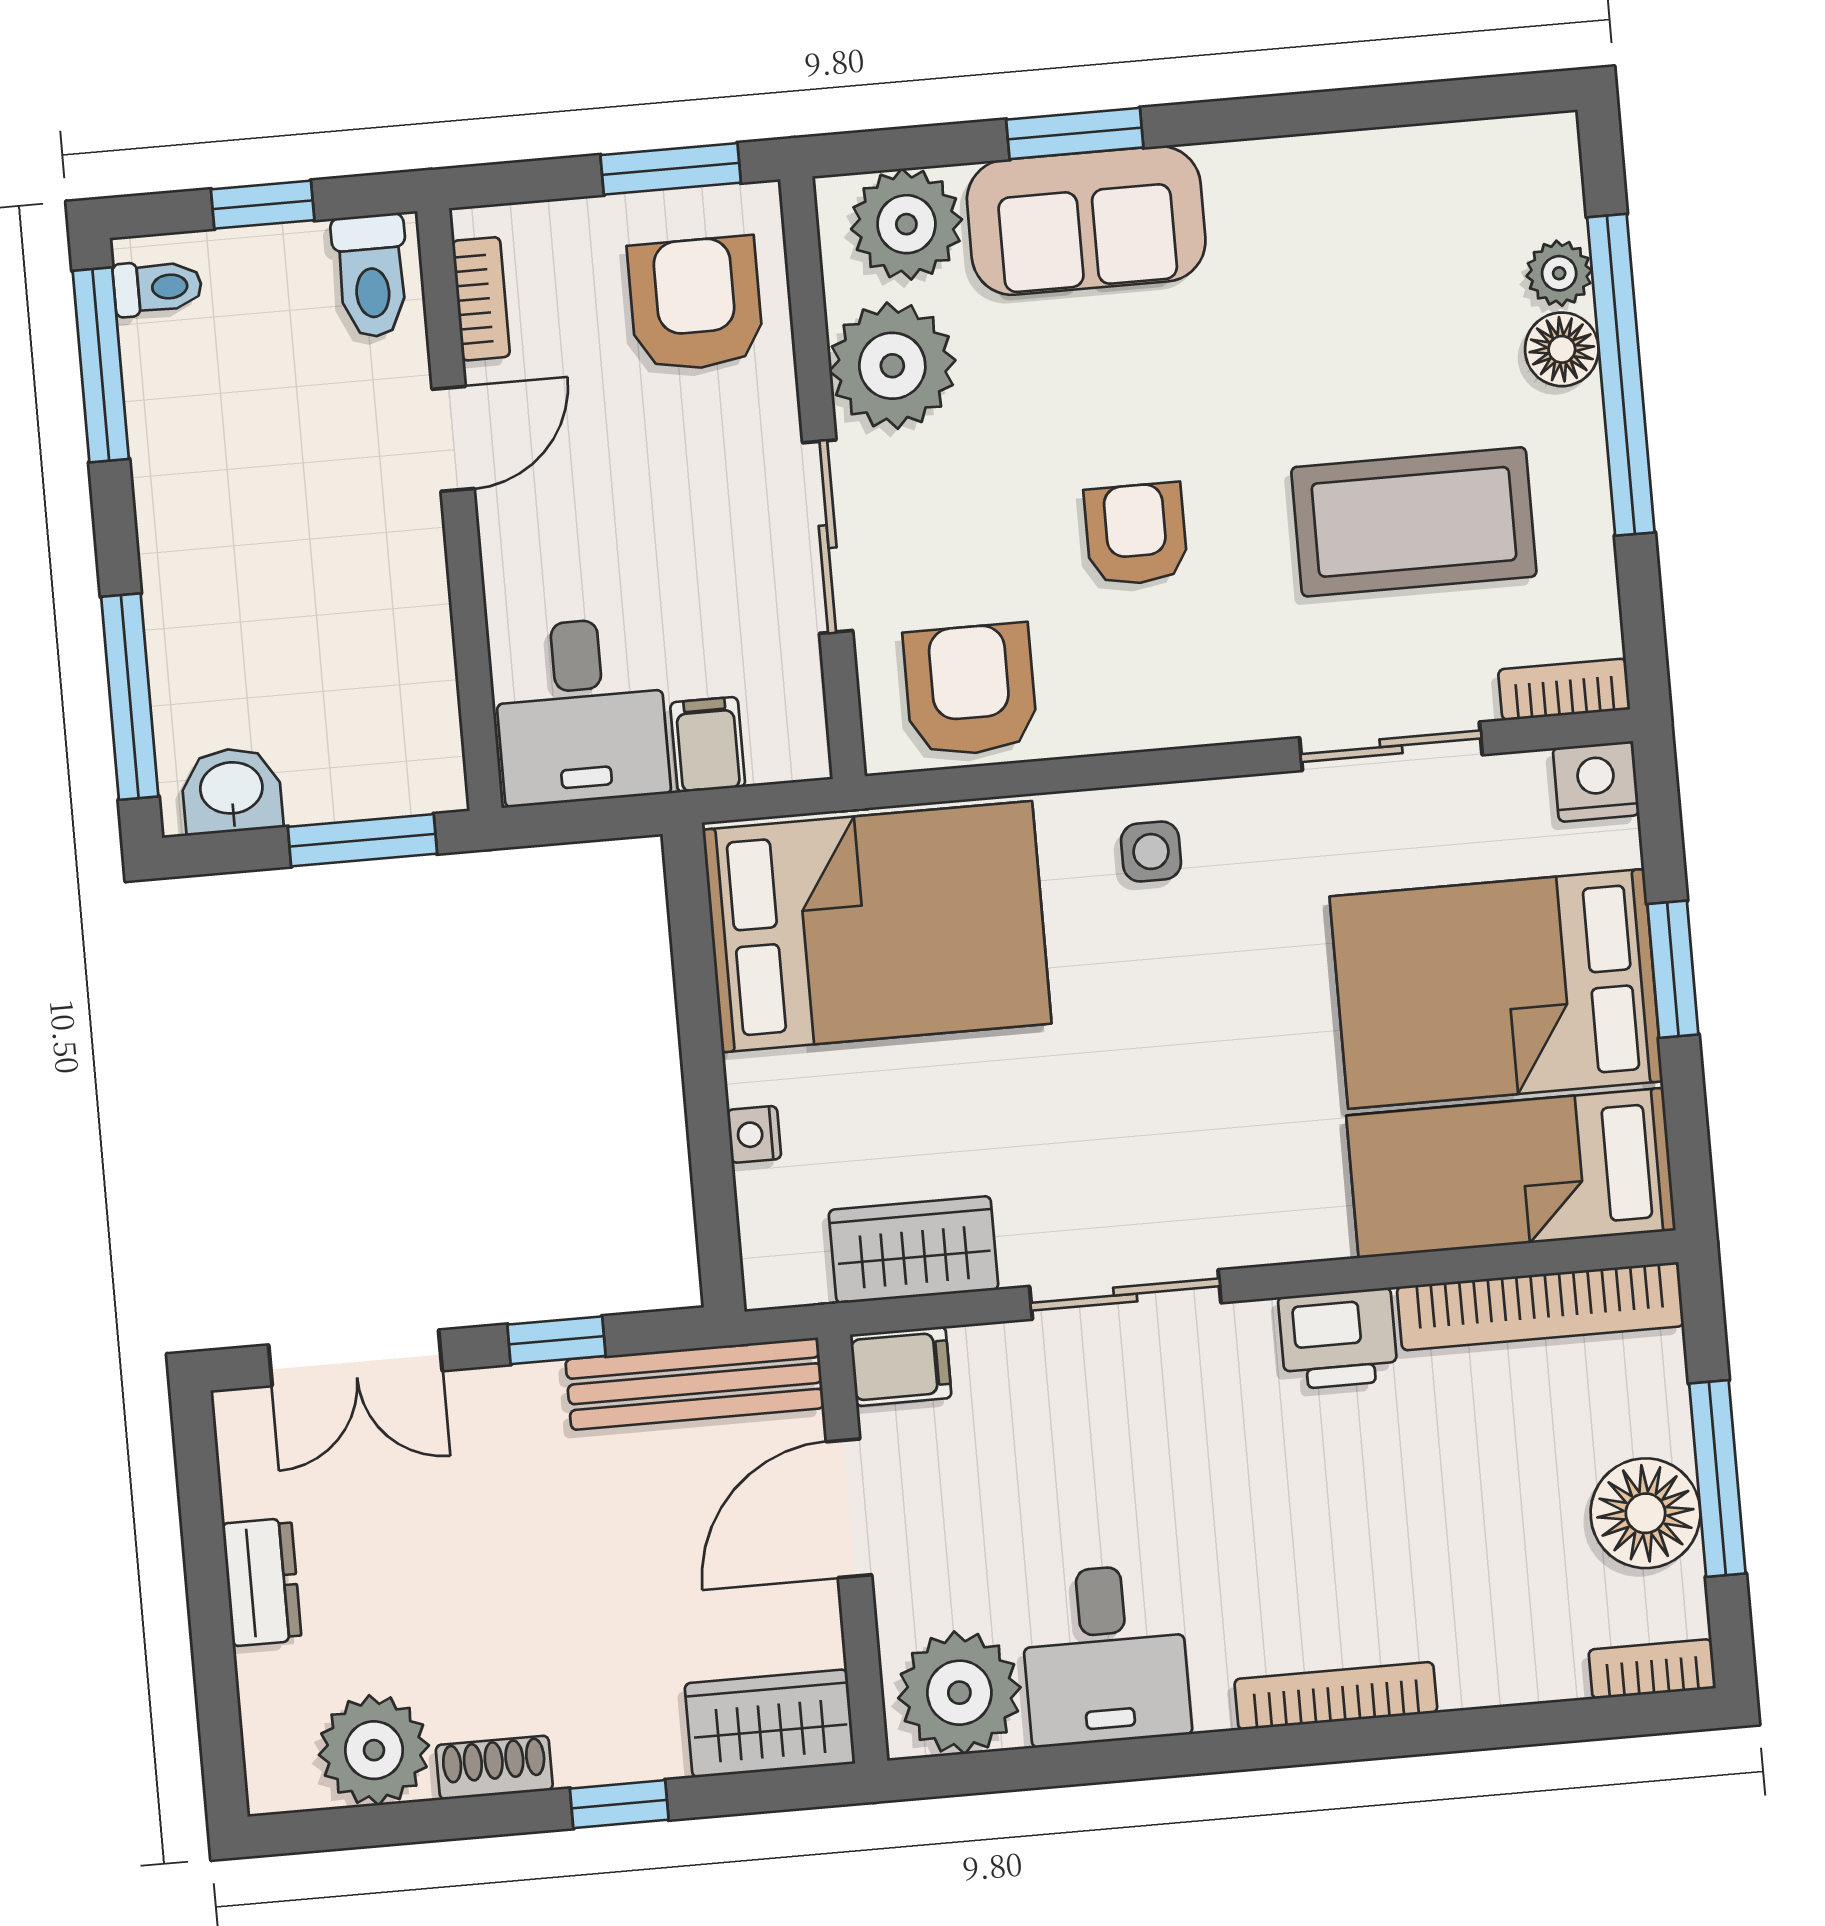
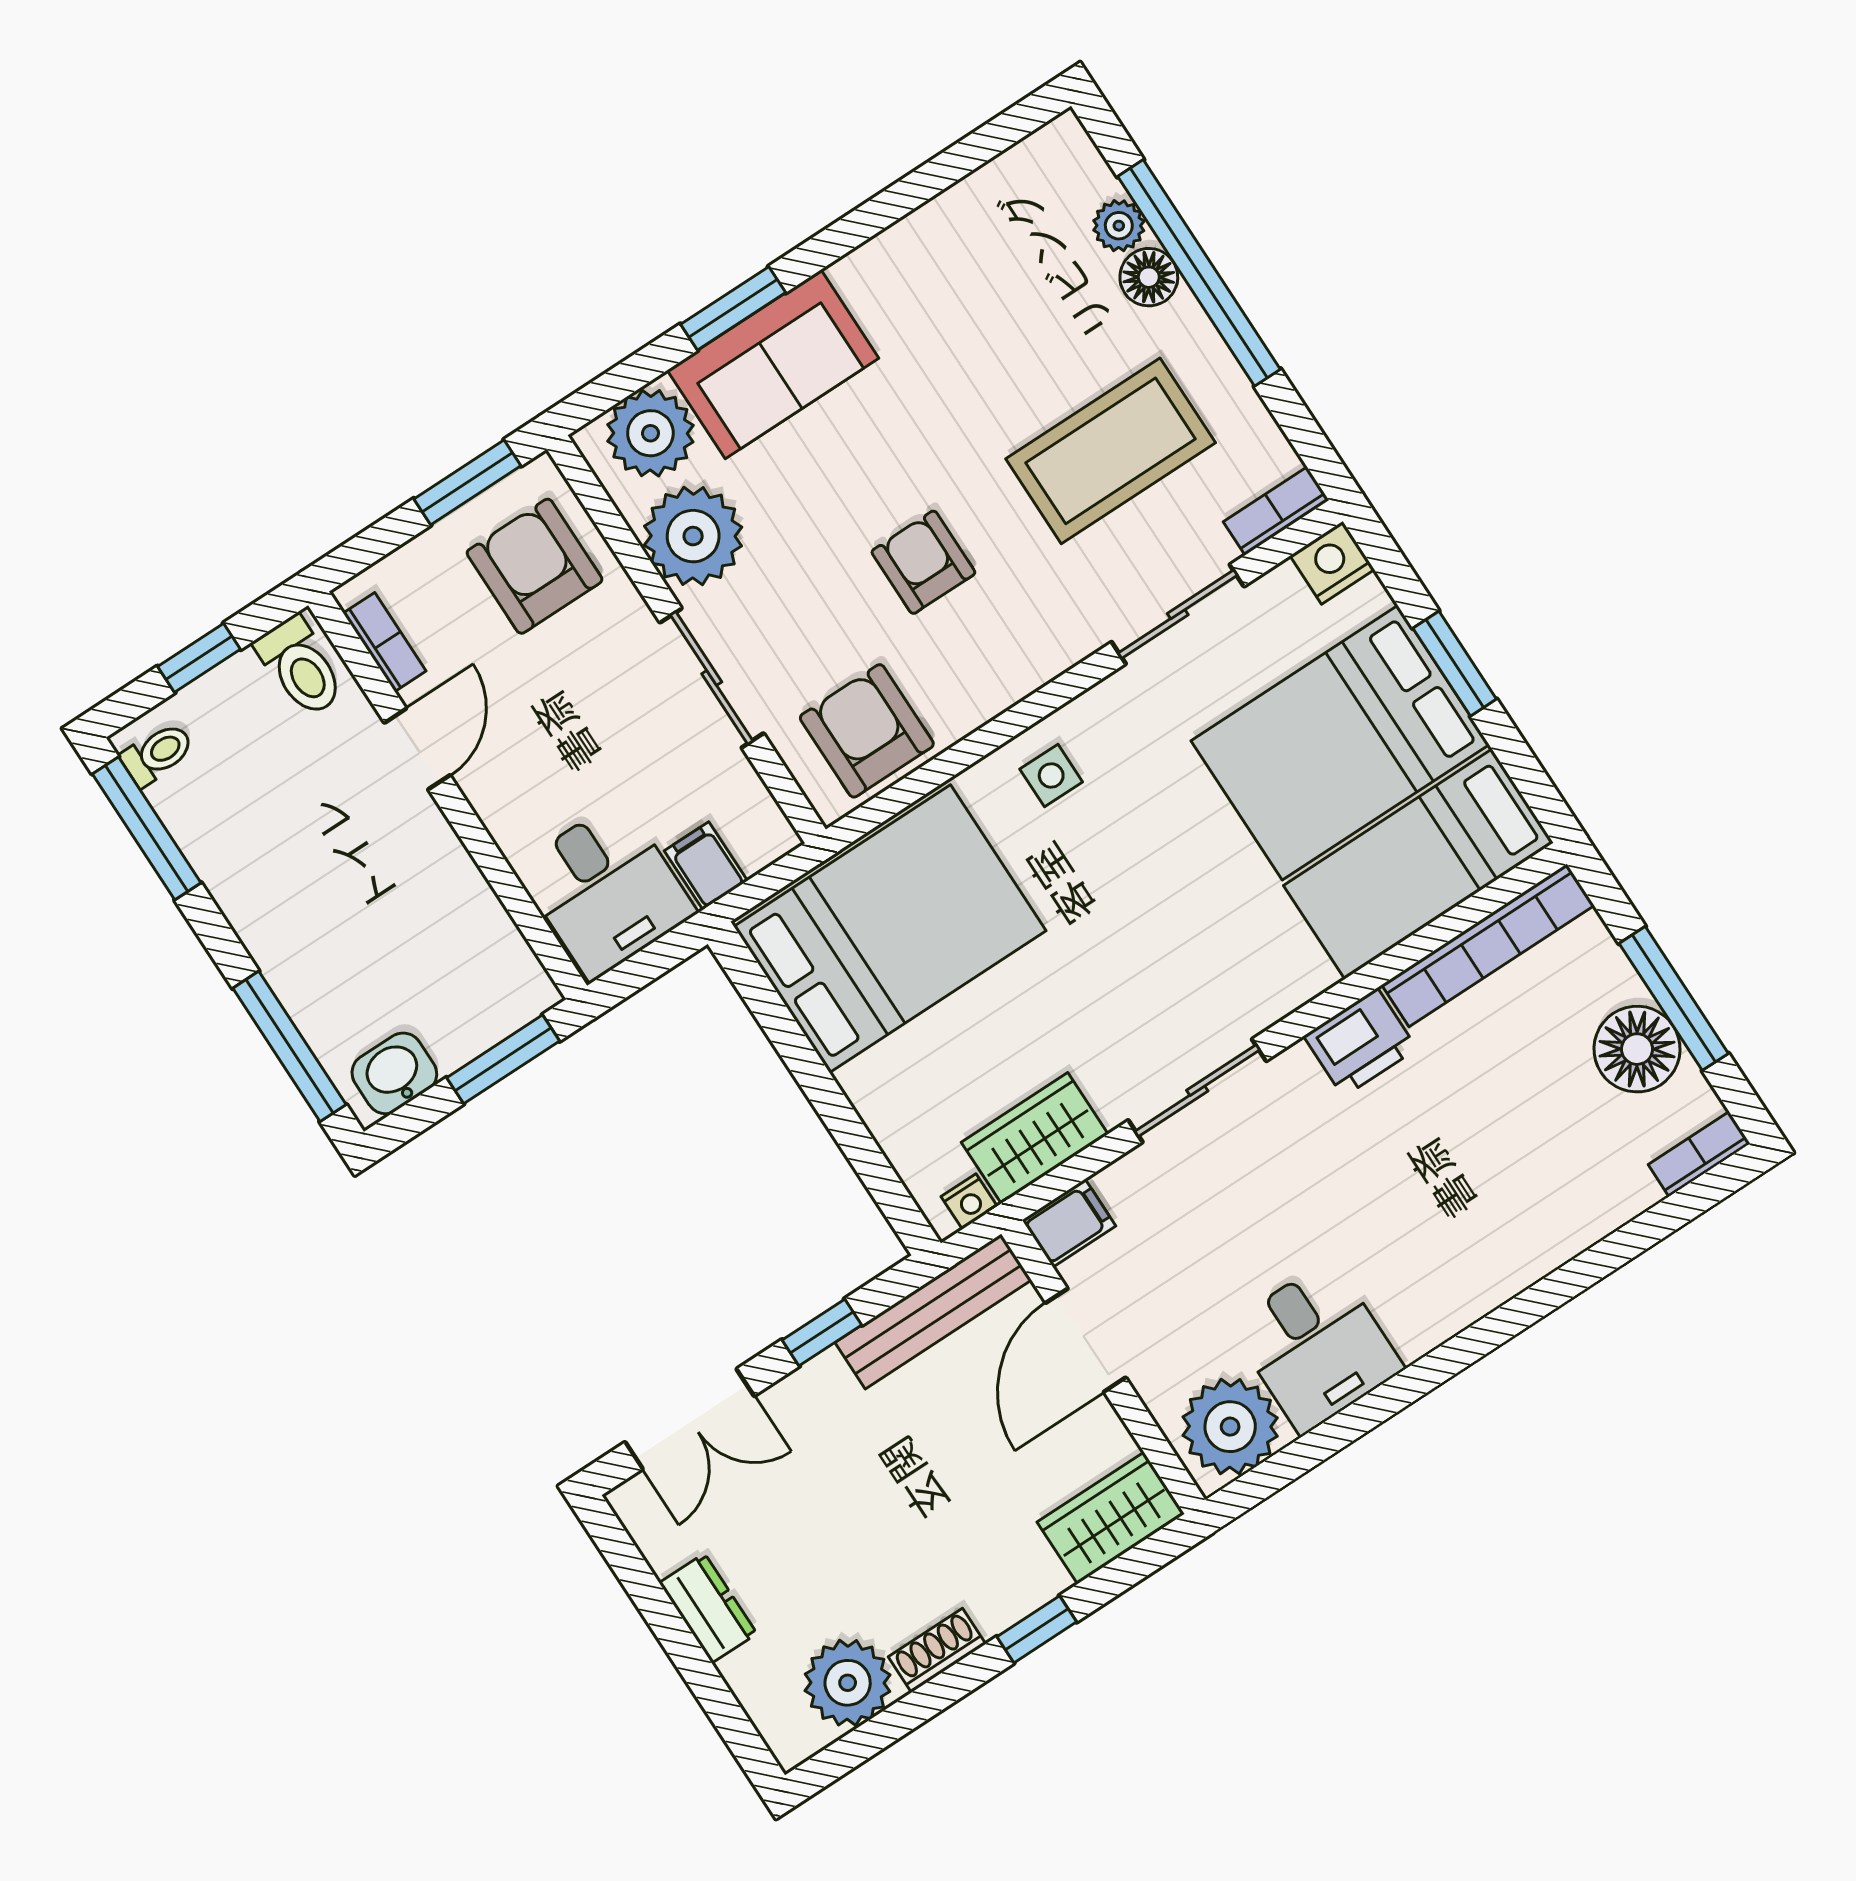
nightstand: (754, 1134) -> (969, 1201), moved, turned -90
bookcase: (1336, 1696) -> (1491, 1290), removed

